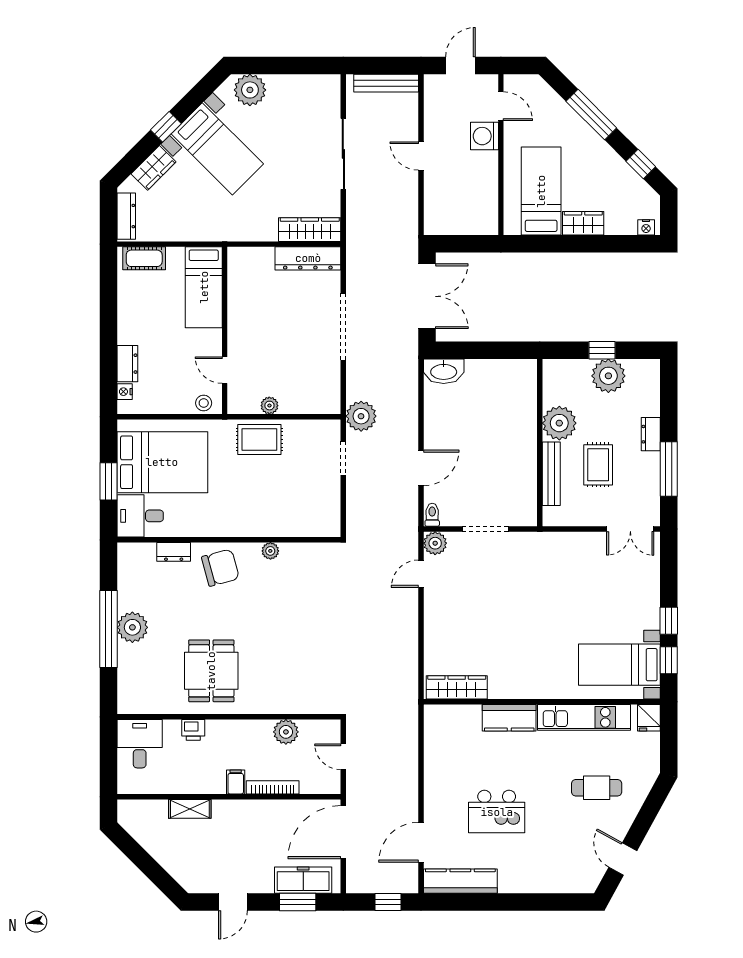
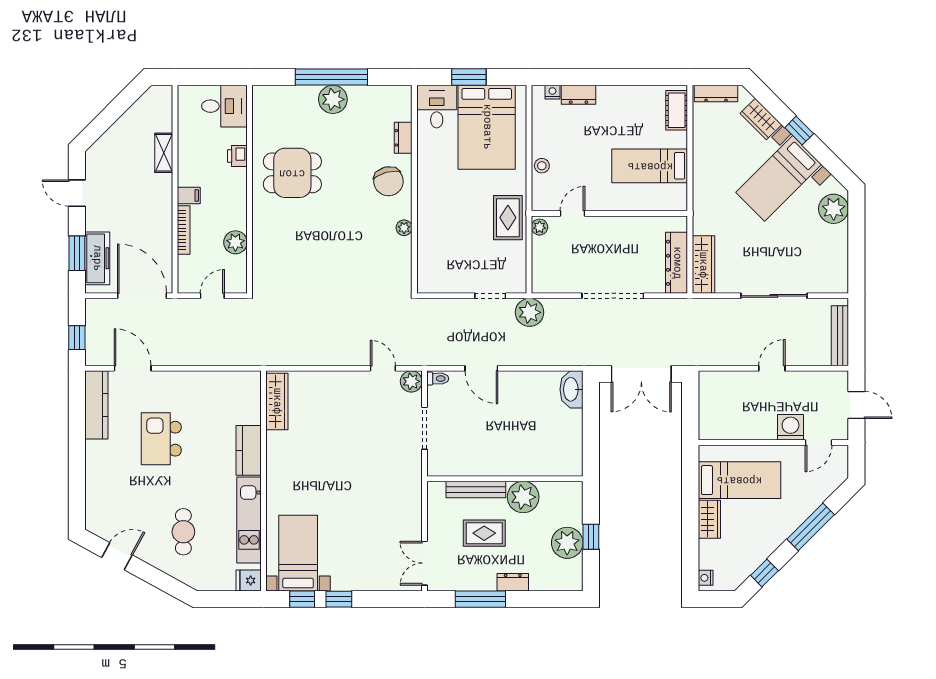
wall: (225, 330) -> (609, 213), moved
door: (225, 370) -> (572, 213), moved

